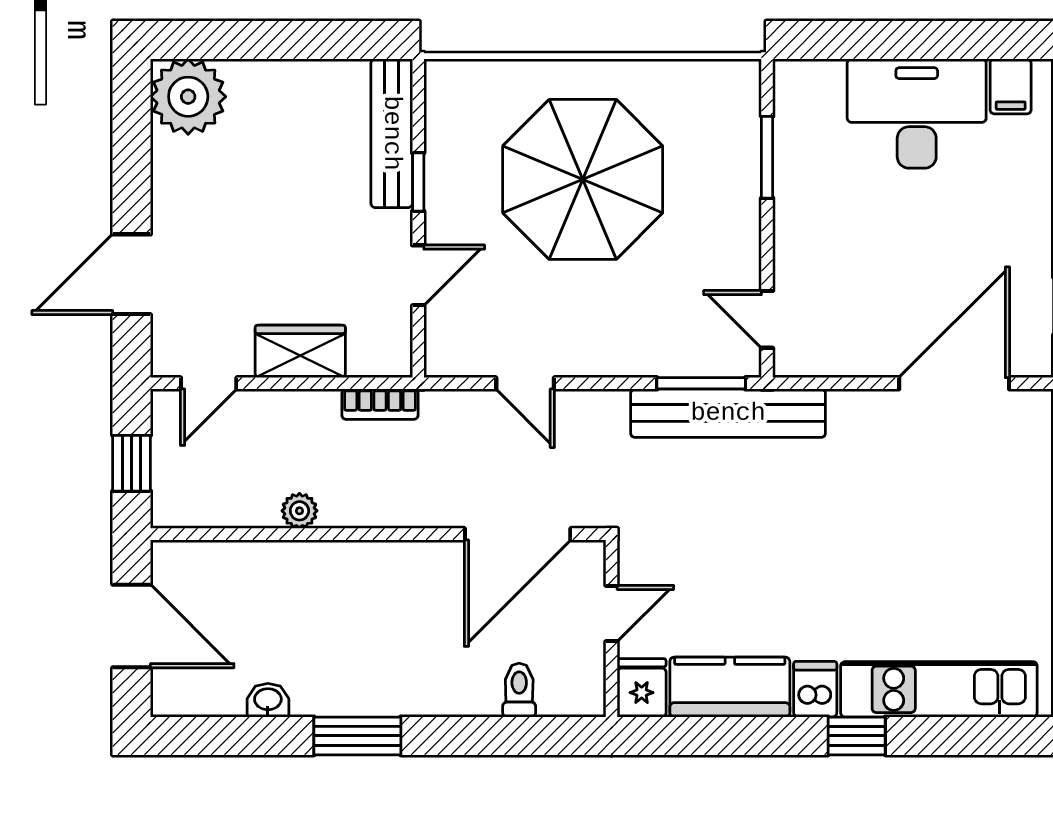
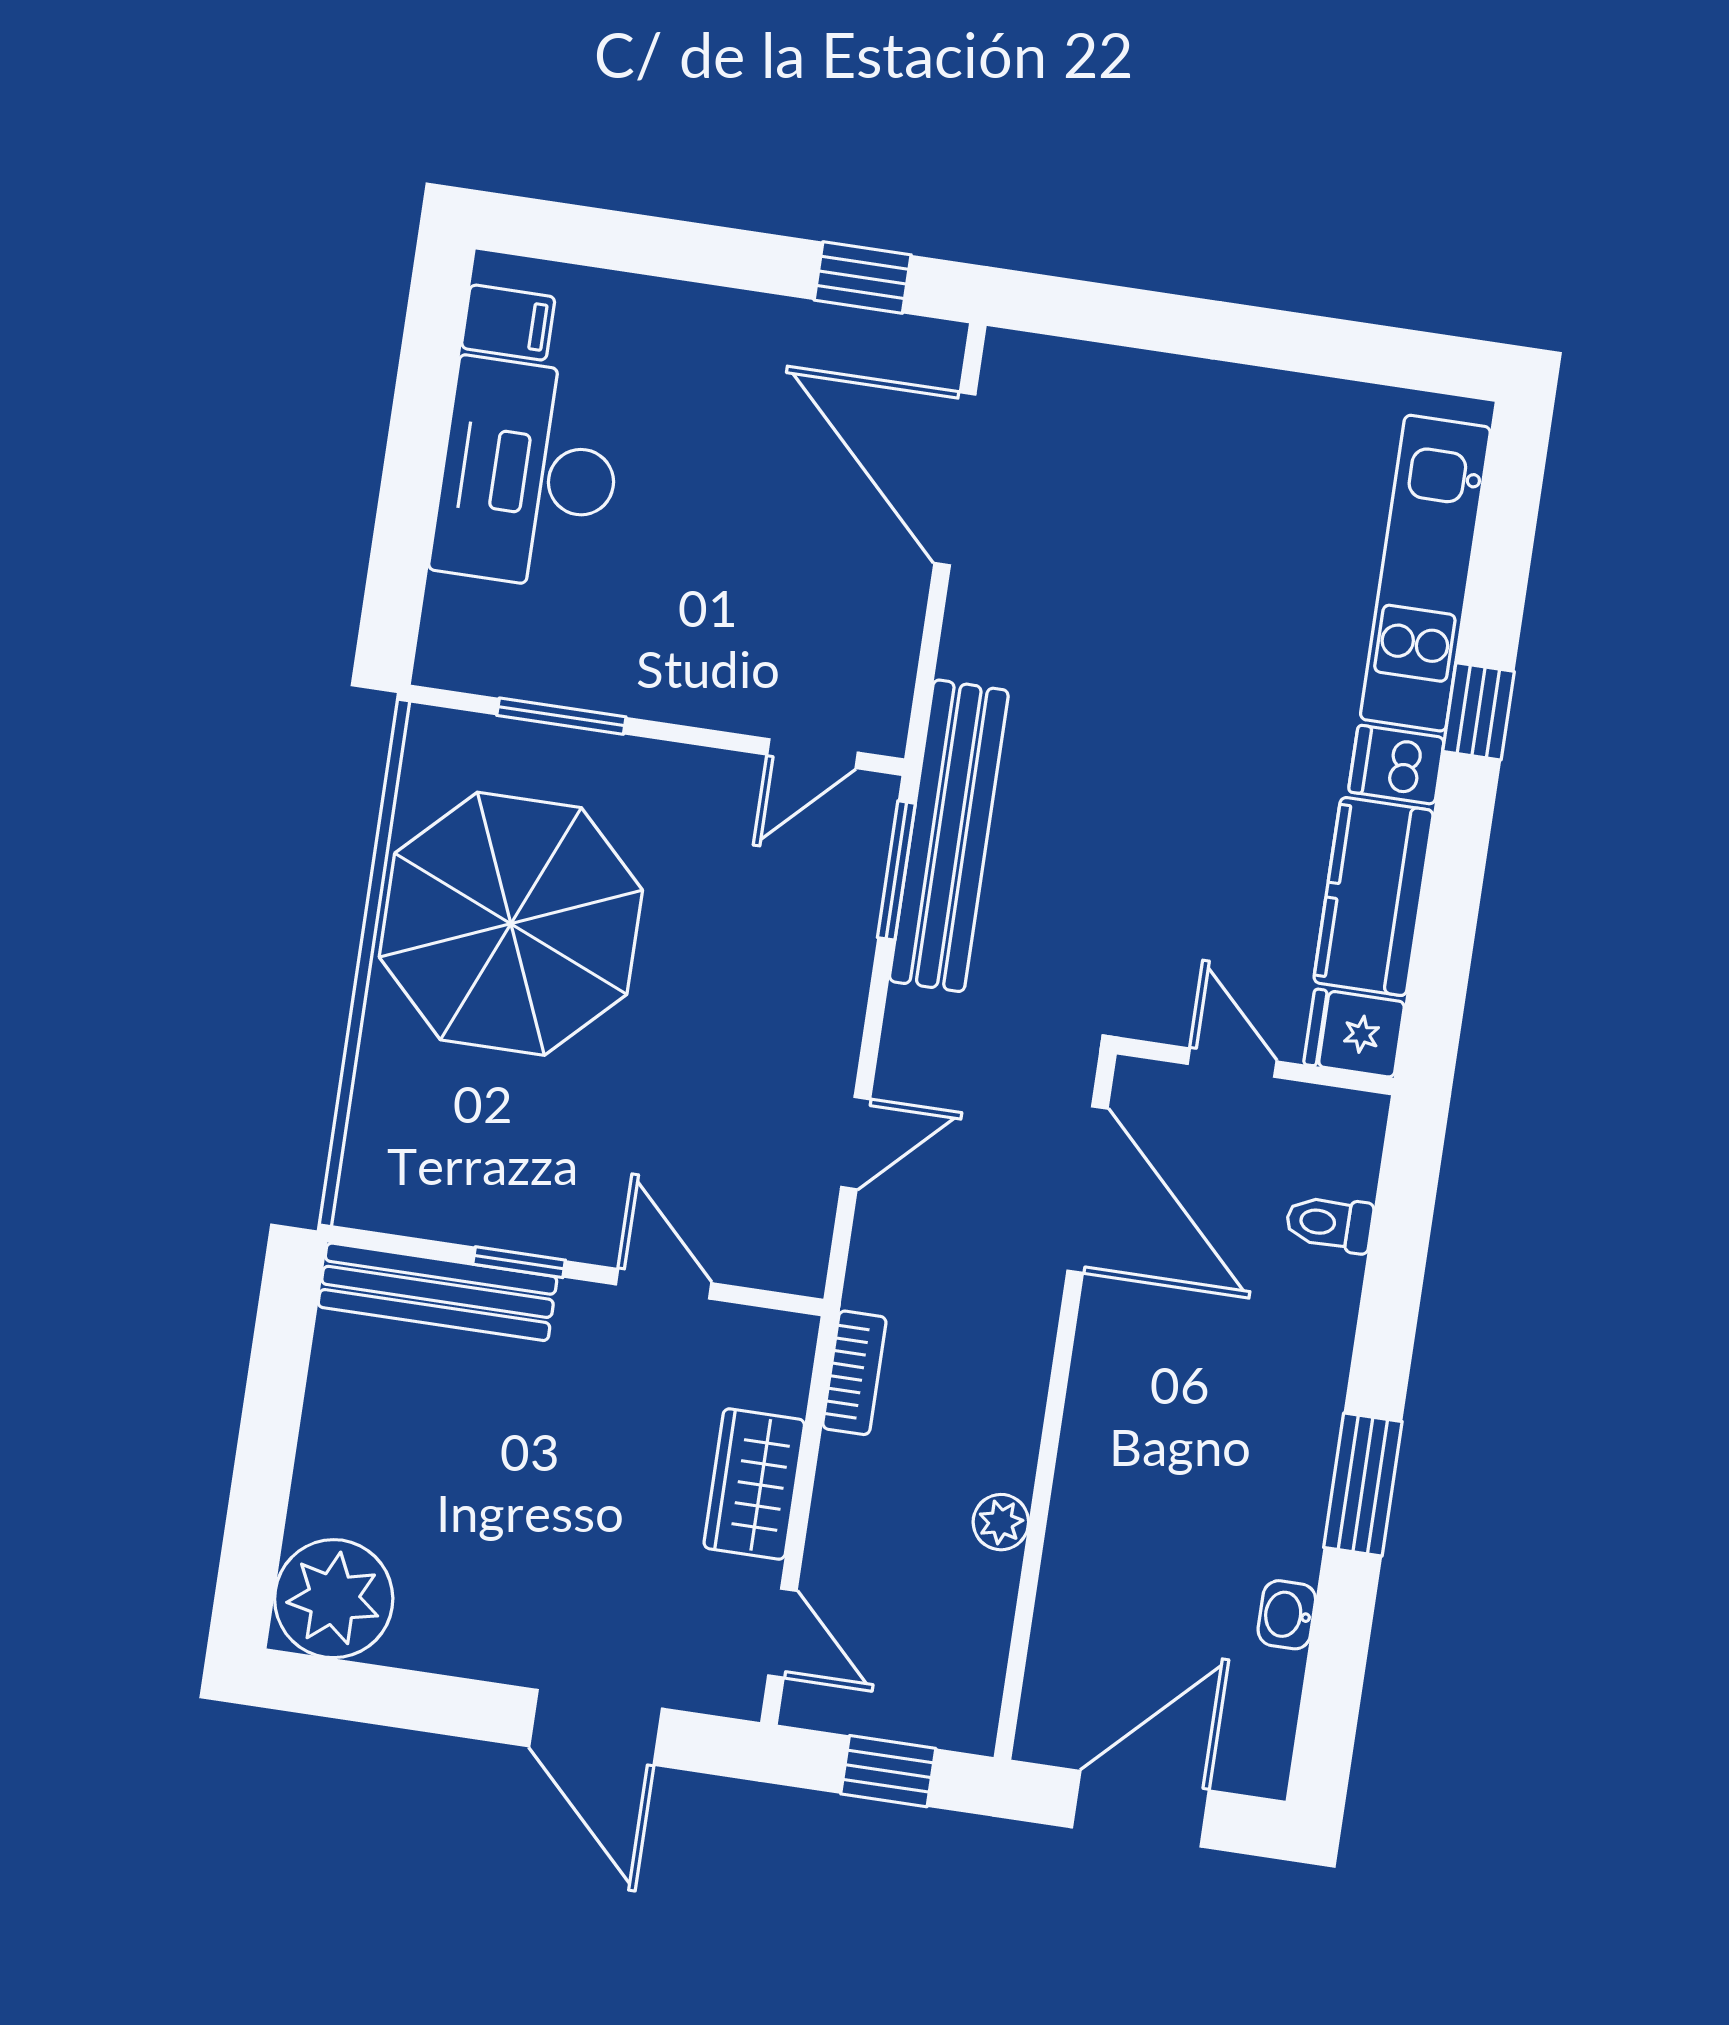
parasol: (583, 179) -> (511, 924), moved

